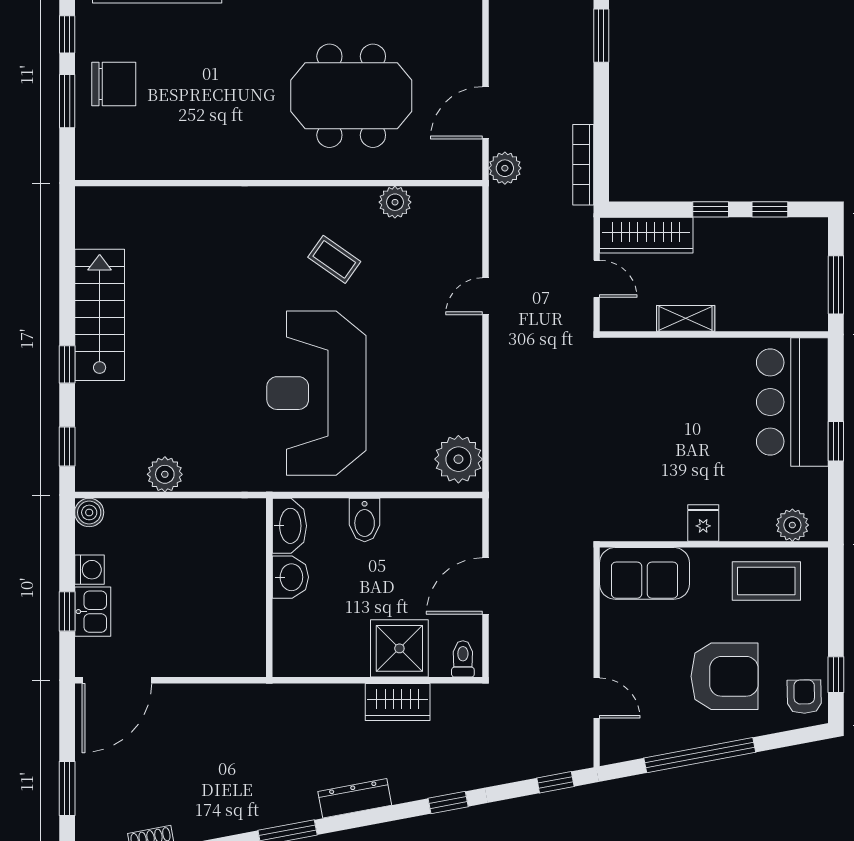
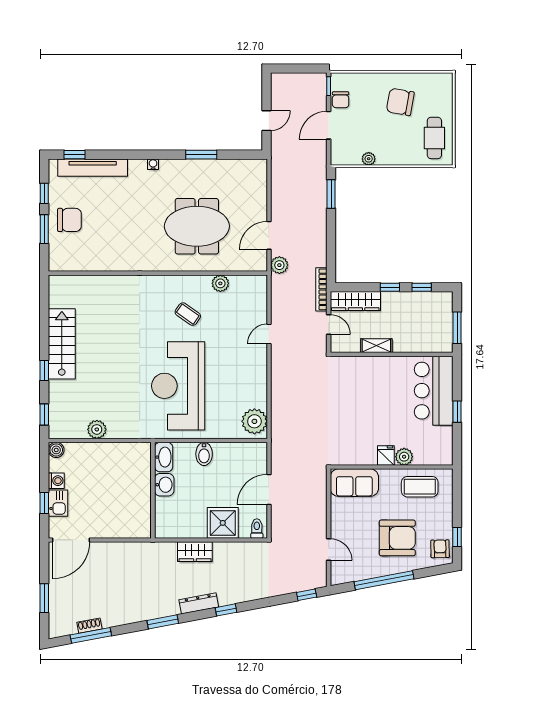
bookcase: (583, 165) -> (321, 289), moved
plant: (792, 525) -> (404, 457), moved
wardrobe: (398, 702) -> (195, 552), moved
window: (448, 802) -> (226, 610), moved

